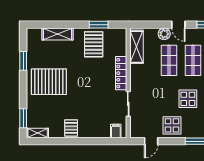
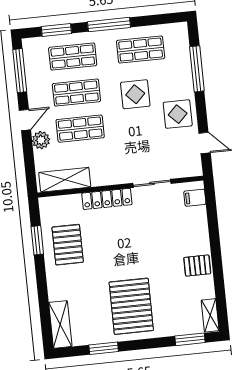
shelving: (58, 34) -> (60, 324), moved
pallet: (94, 44) -> (68, 245), turned 90

